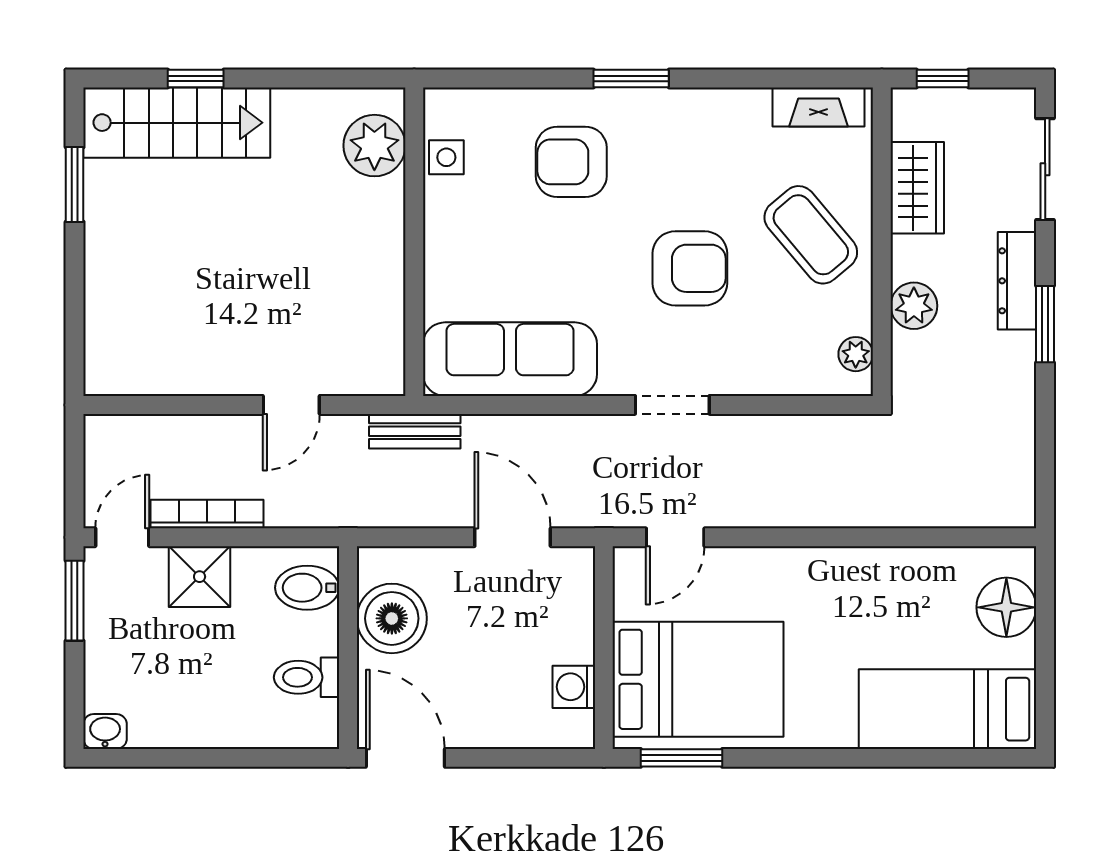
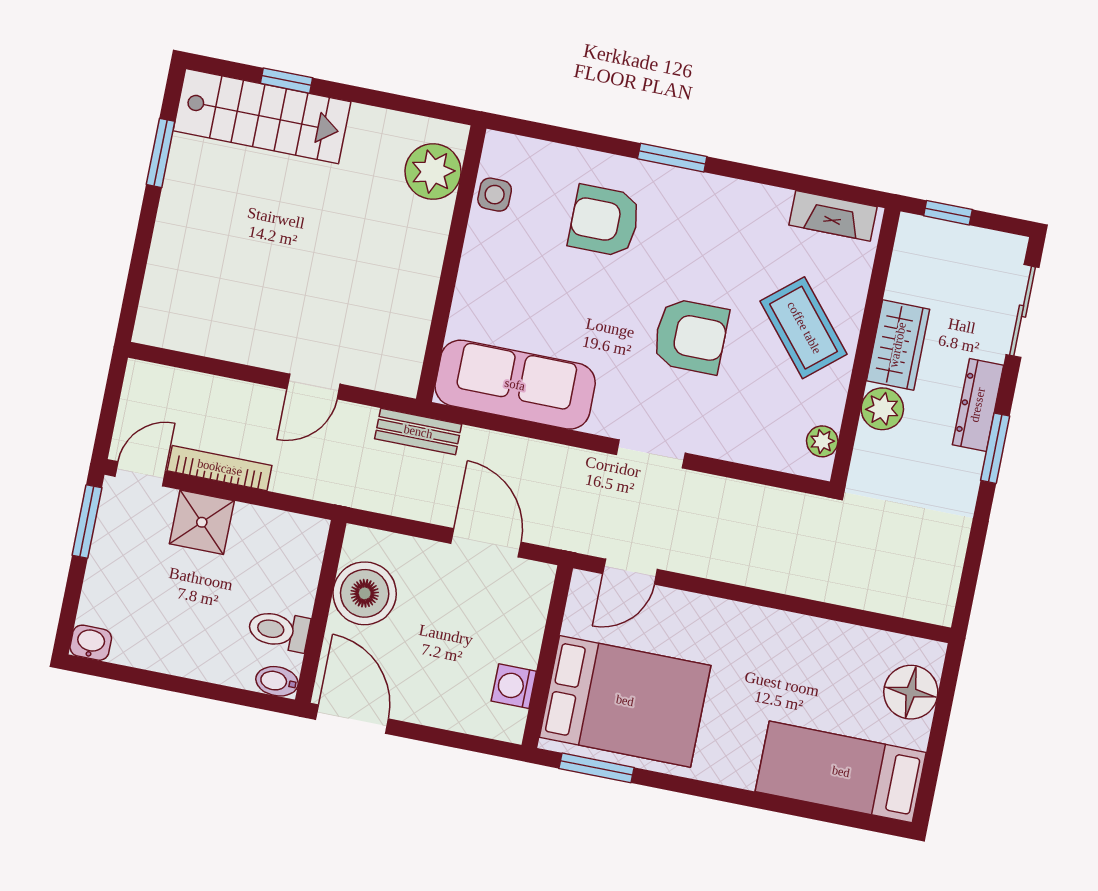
wardrobe: (917, 188) -> (898, 345), moved
bidet: (307, 588) -> (277, 681), moved, width x0.72, depth x0.74

